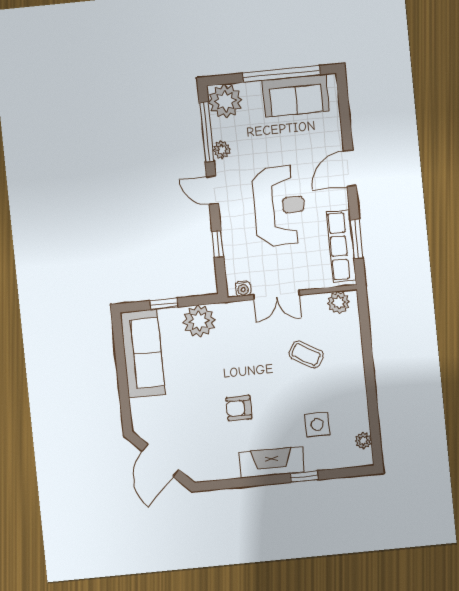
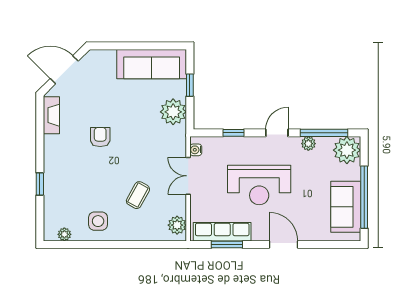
side table: (317, 425) -> (98, 221), moved
fireplace: (272, 462) -> (51, 115), moved, width x0.73, depth x0.76

